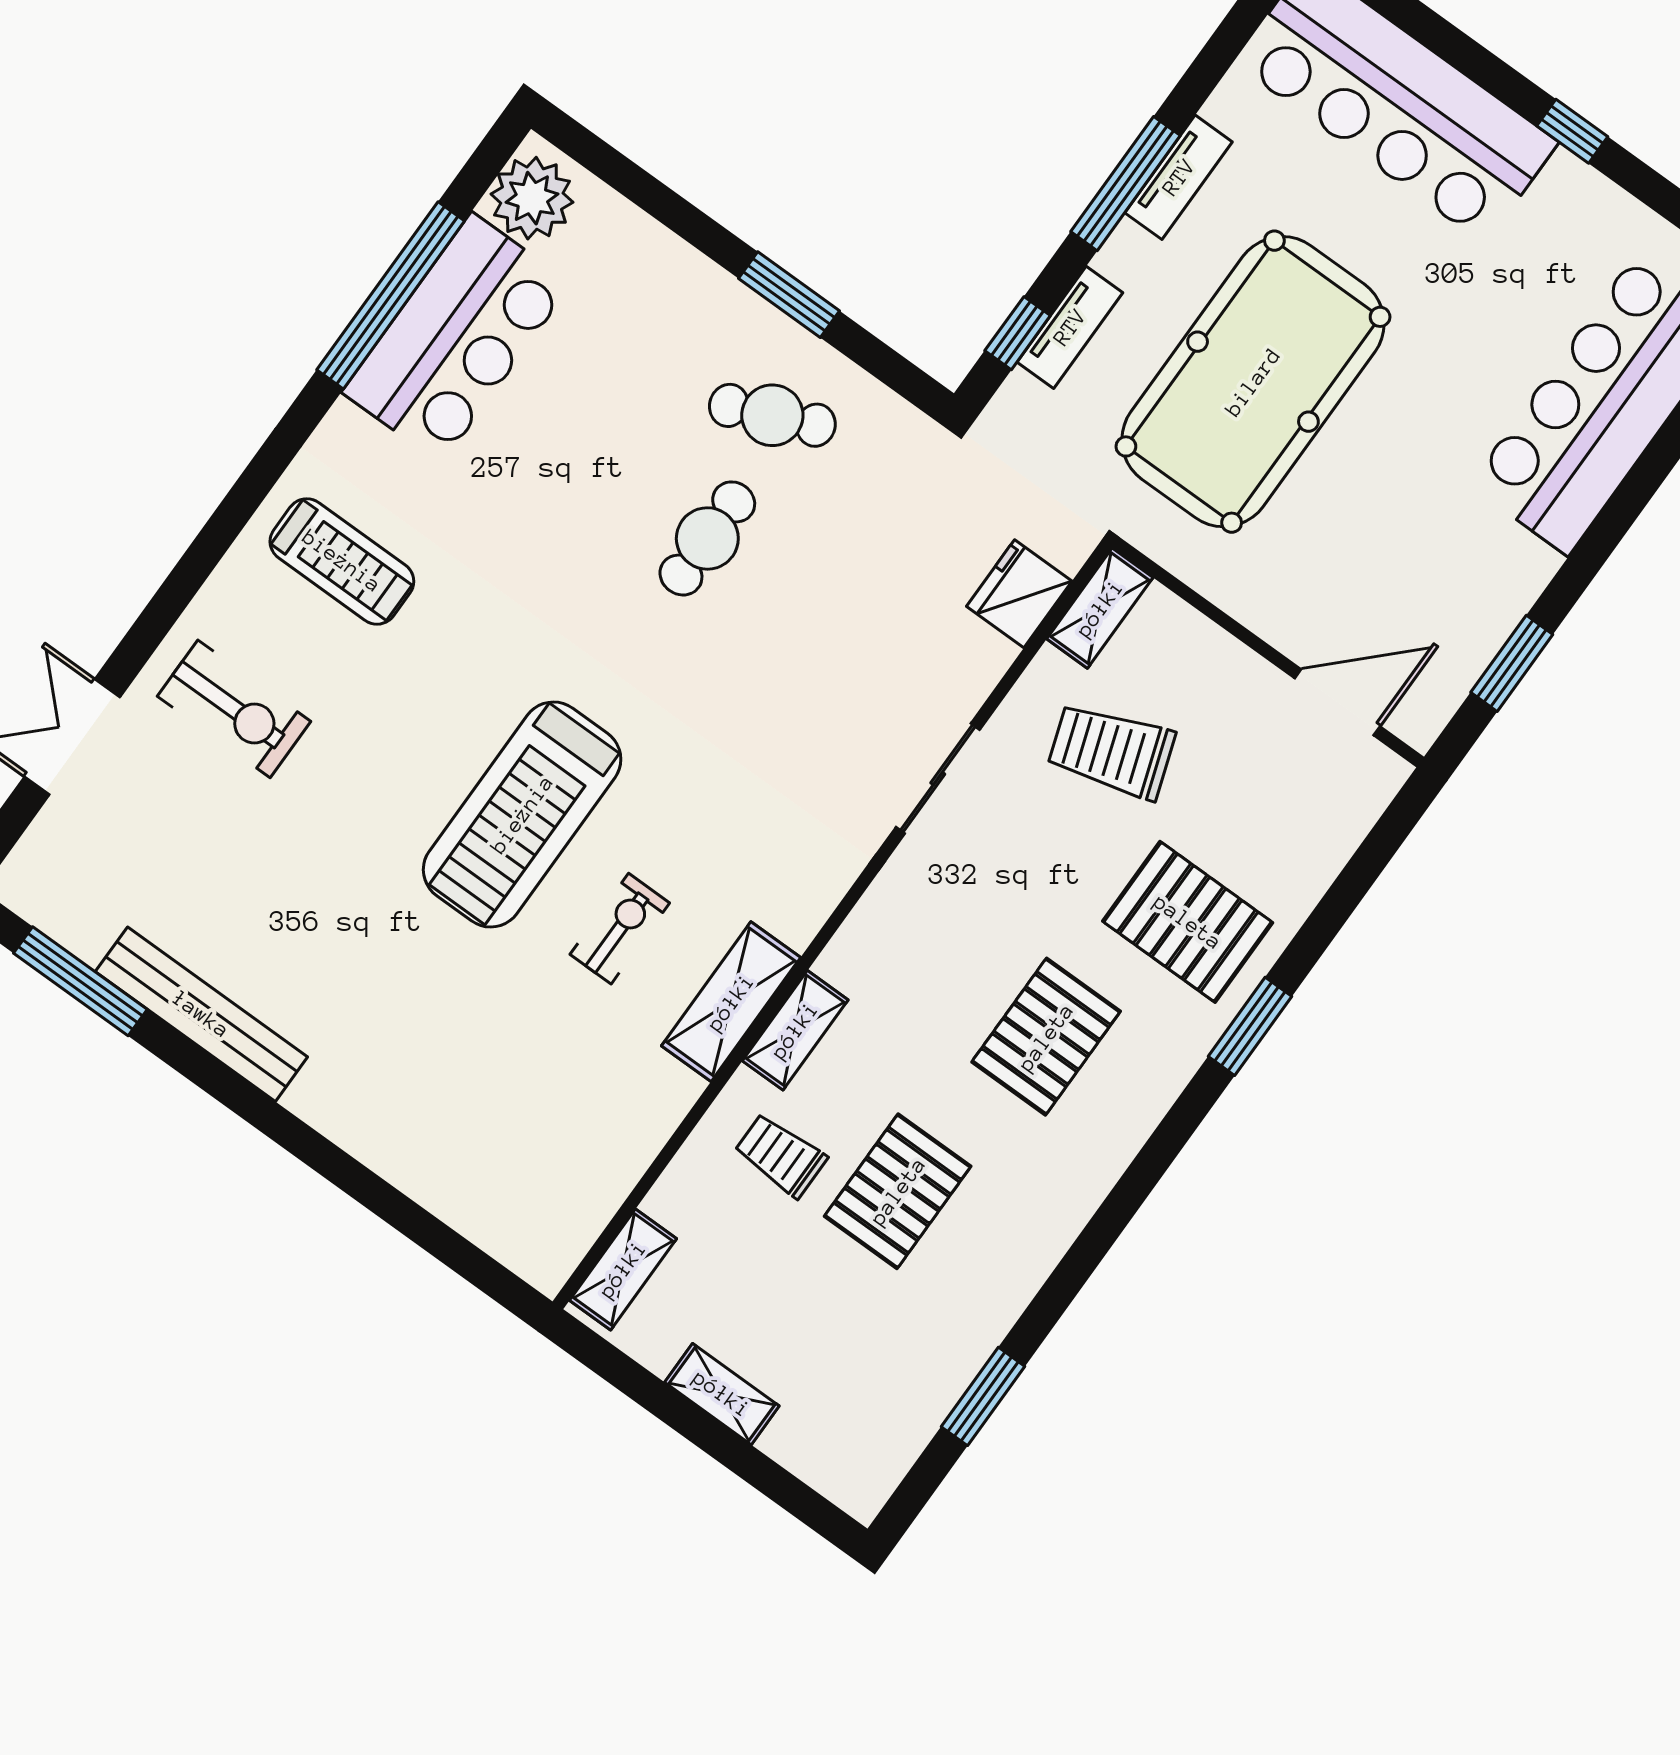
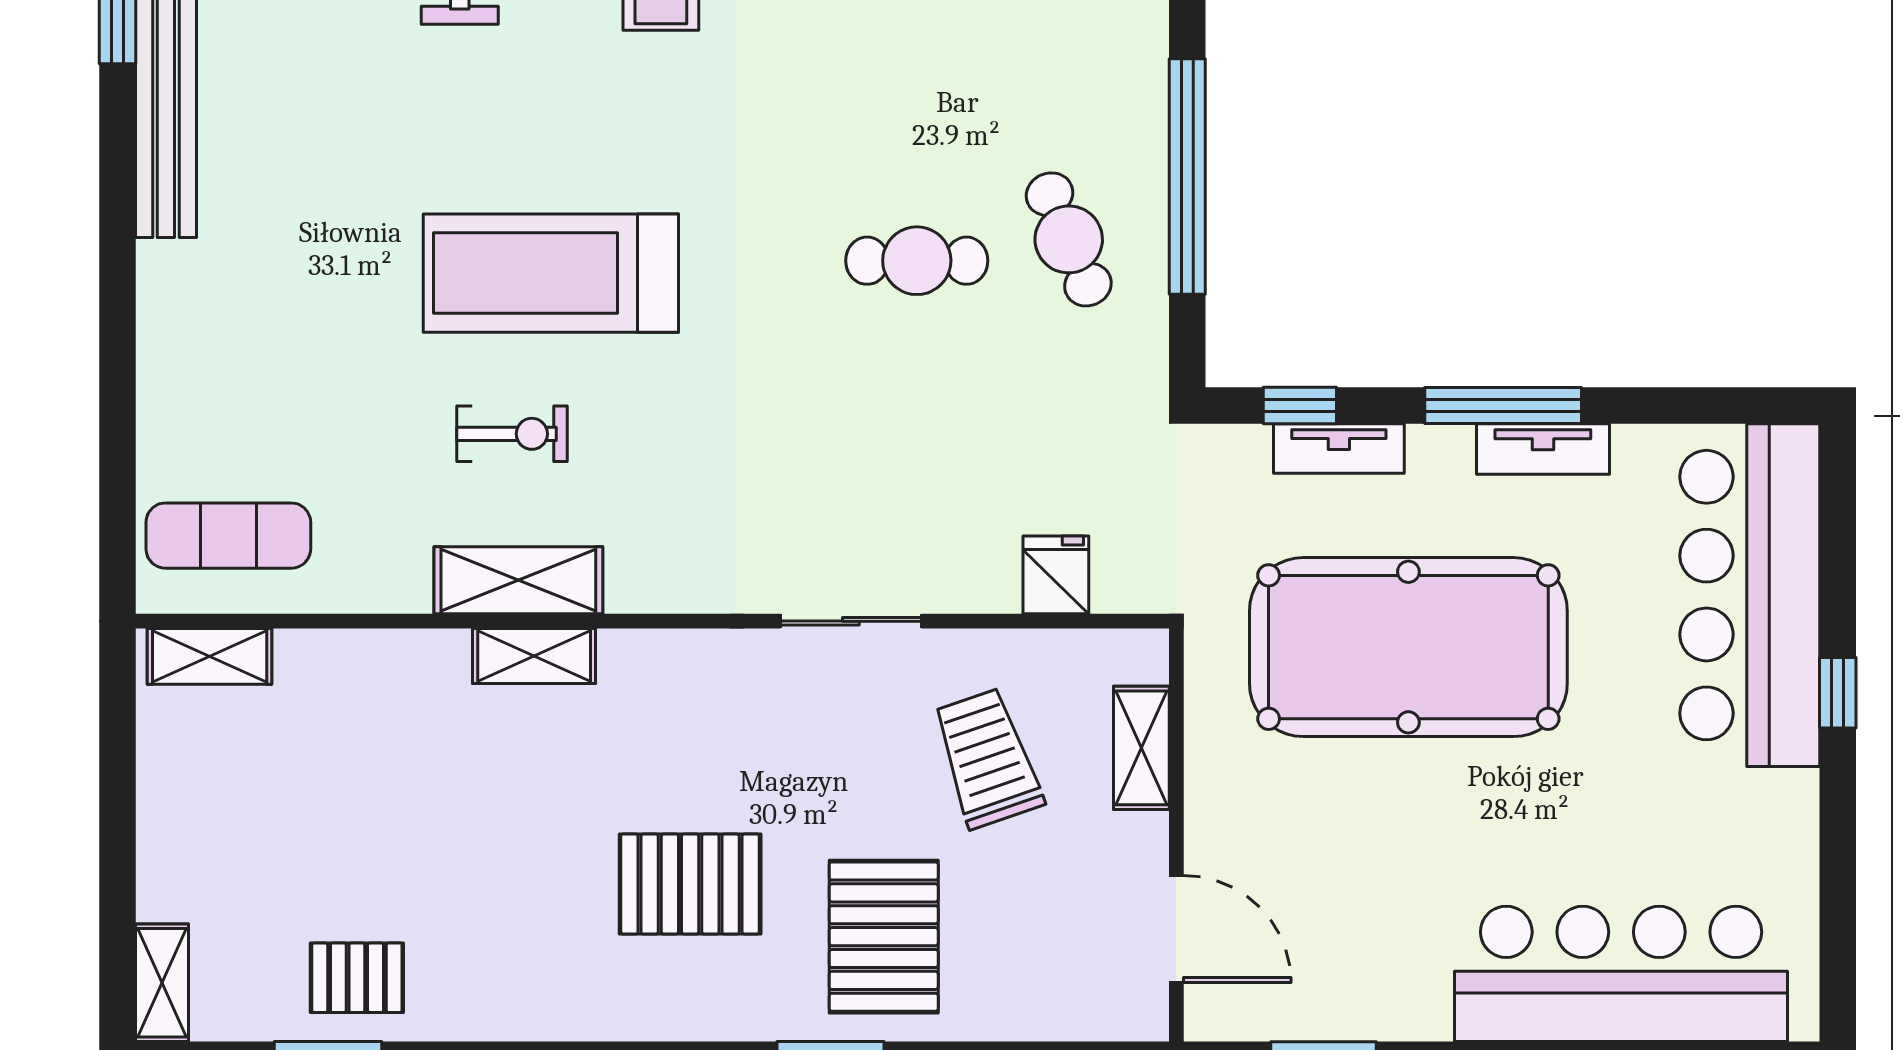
window: (1572, 131) -> (1838, 693), moved
window: (789, 295) -> (1187, 177), width x2.11
fridge: (1019, 594) -> (1056, 575), width x0.72
shelving: (1100, 608) -> (1141, 748), moved, turned 90
trolley: (781, 1155) -> (413, 724), removed
pallet: (898, 1191) -> (357, 978), moved, width x0.67, depth x0.71
exercise mat: (544, 1192) -> (228, 536), added
shelving: (722, 1394) -> (162, 983), moved

